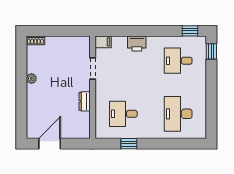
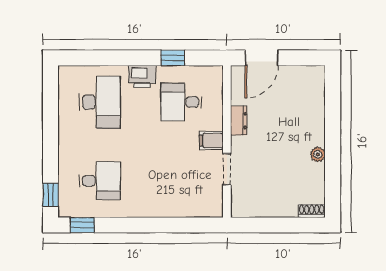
filing cabinet: (103, 42) -> (211, 141), moved
printer: (137, 43) -> (142, 77), moved, turned 180
desk: (123, 114) -> (181, 102), turned 180
door: (50, 144) -> (262, 58), moved

